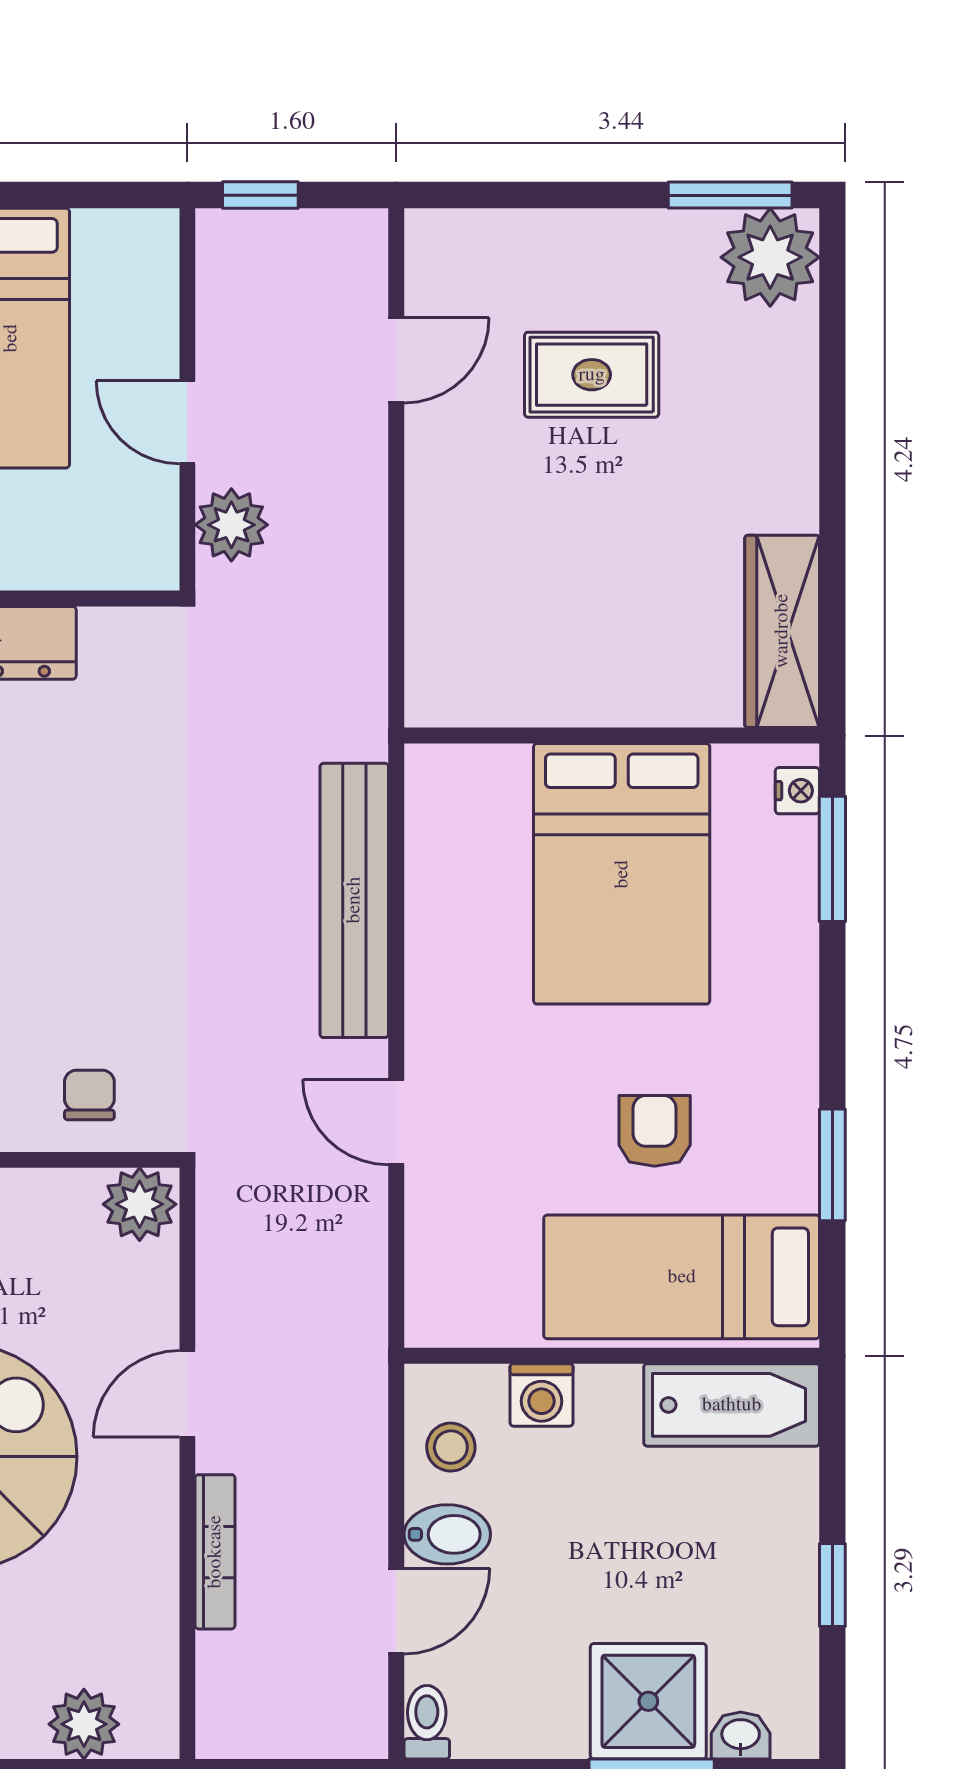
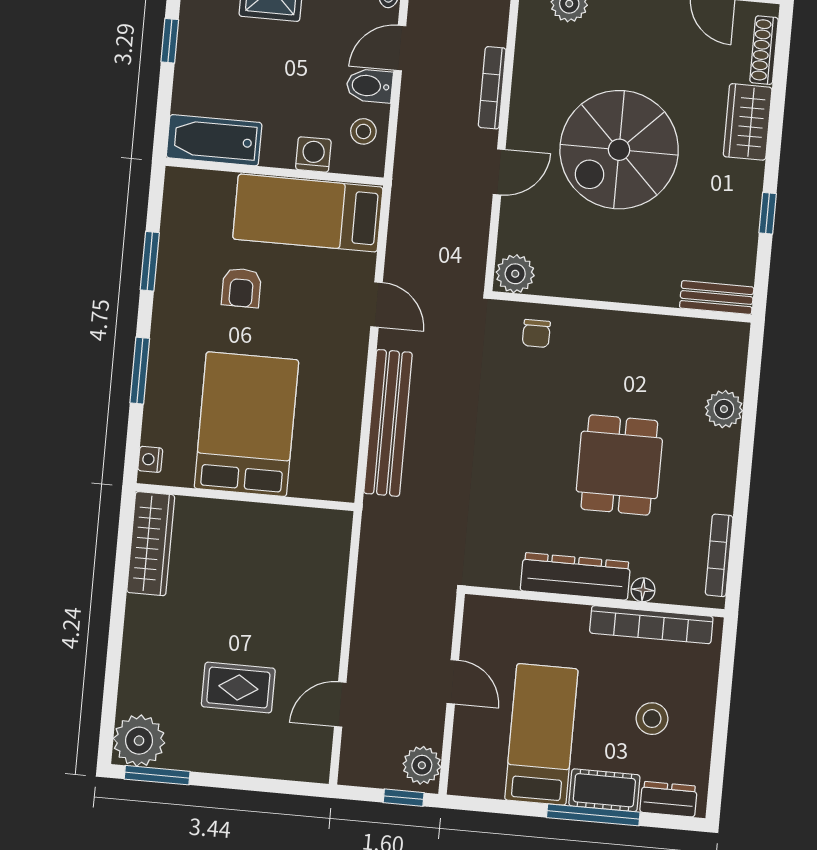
plant: (231, 525) -> (422, 765), moved
window: (832, 859) -> (140, 371), moved
bed: (682, 1277) -> (308, 213), moved, turned 180

